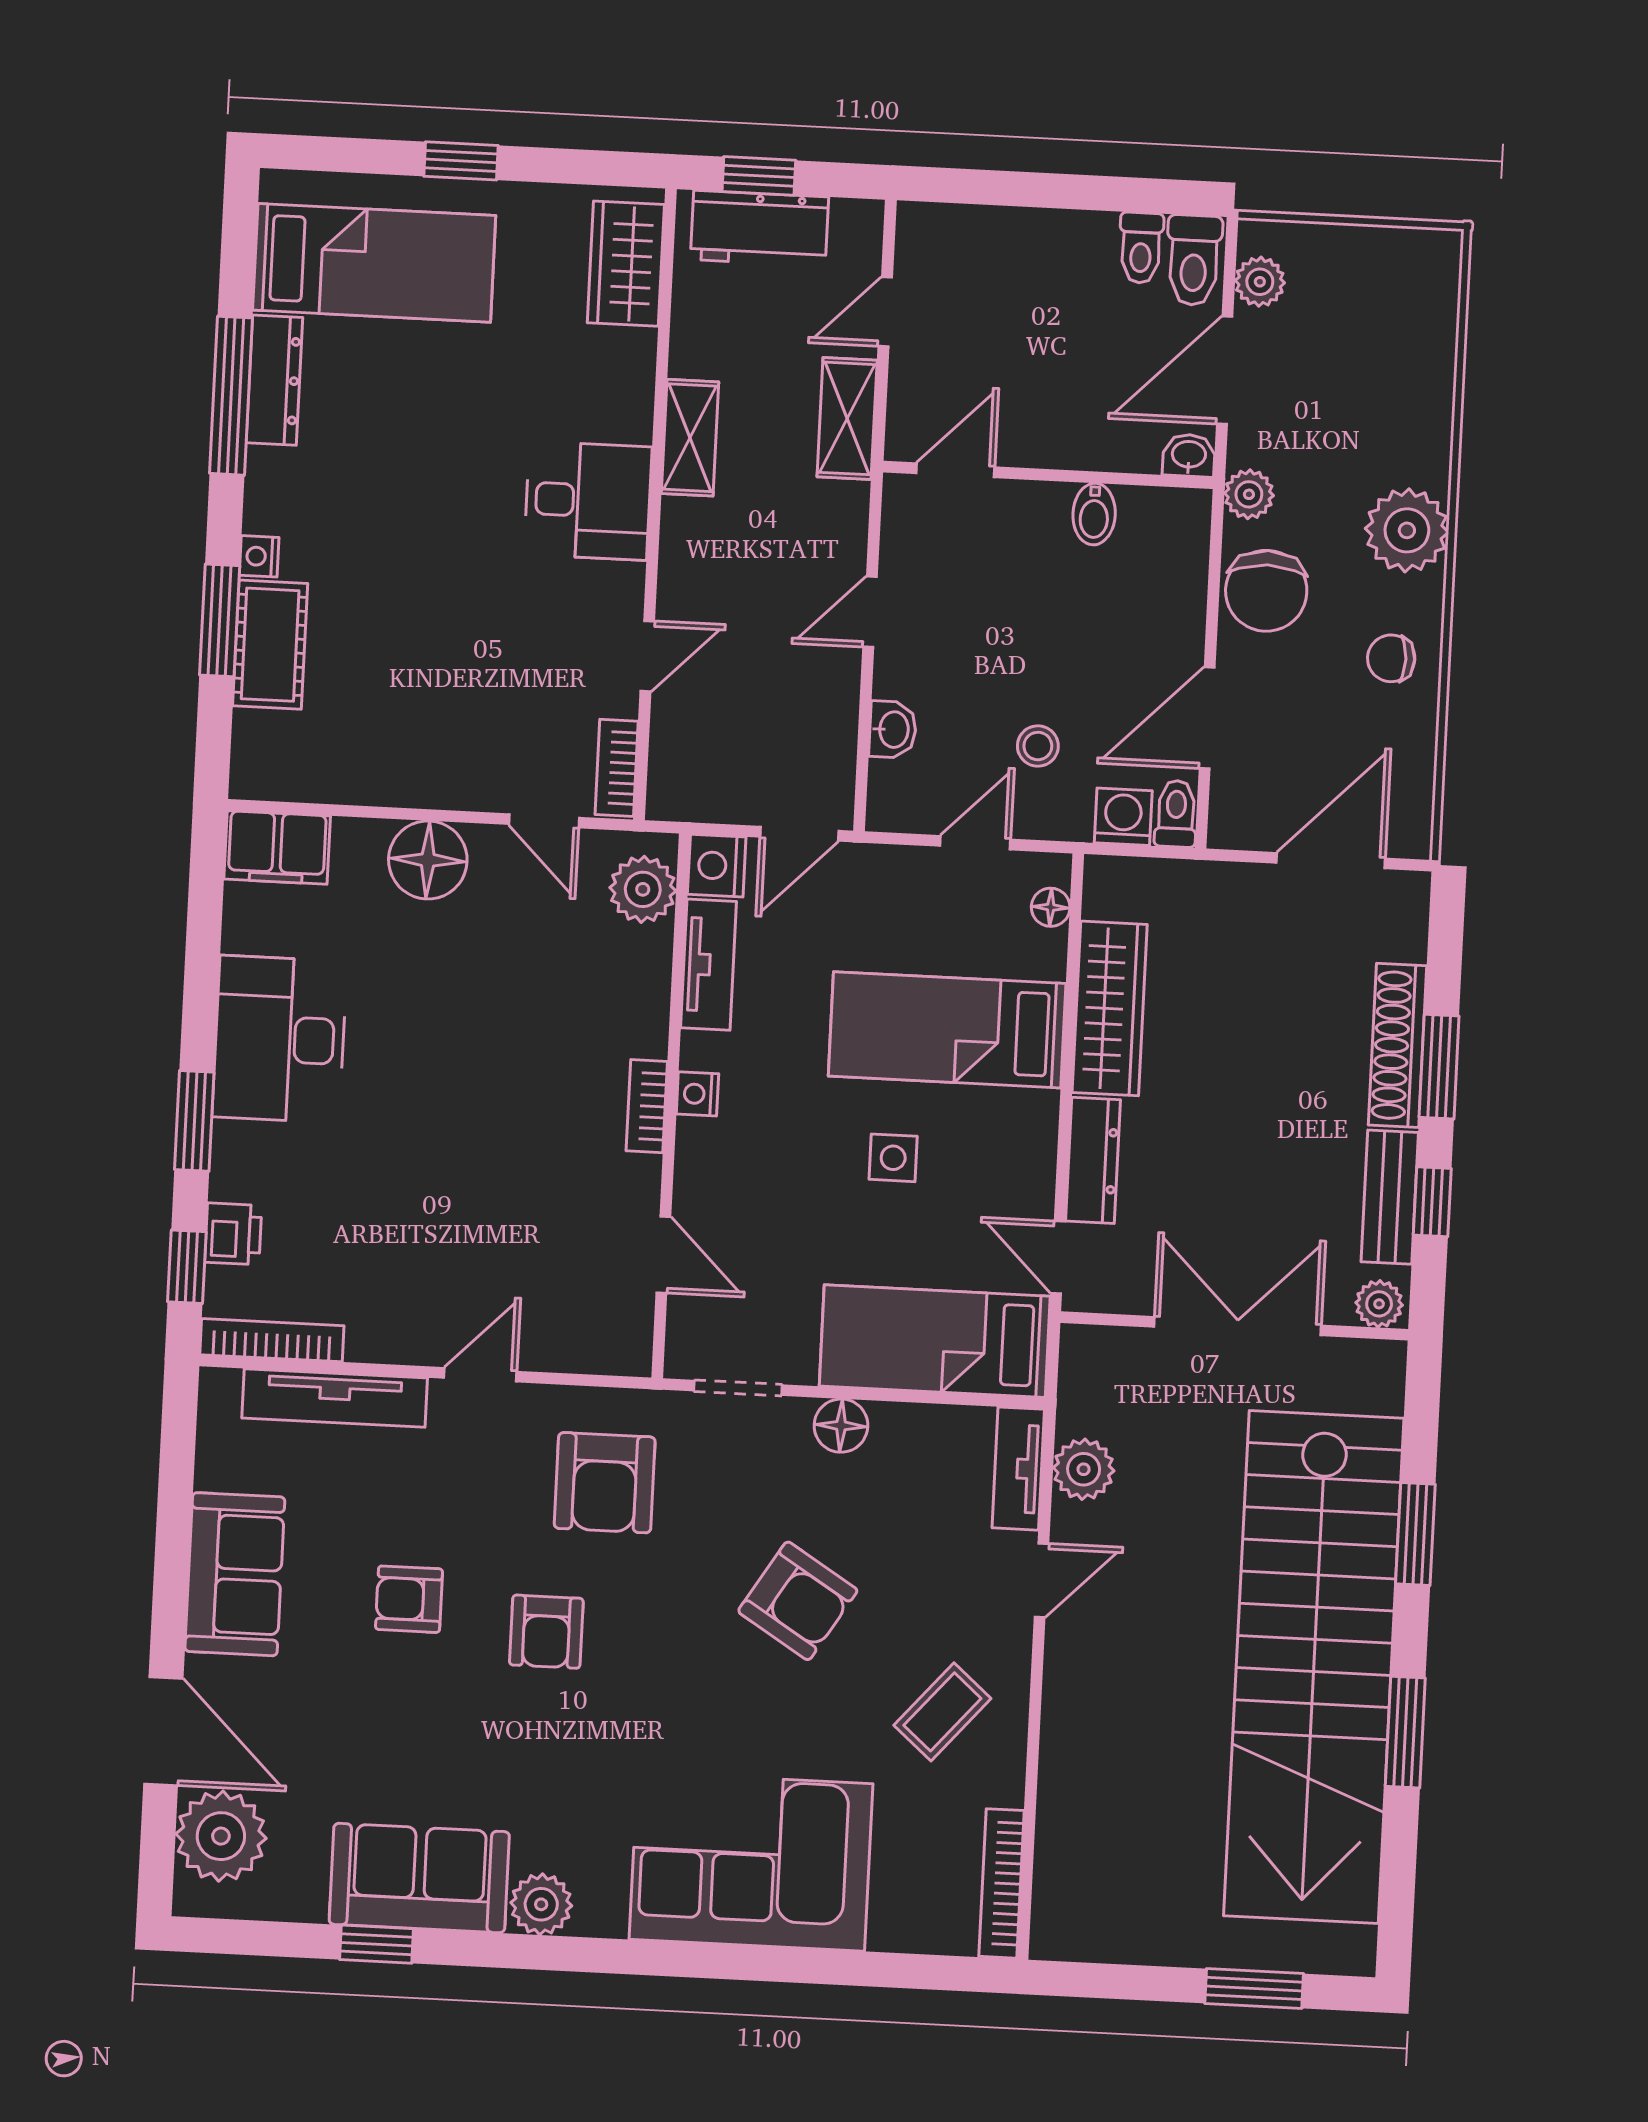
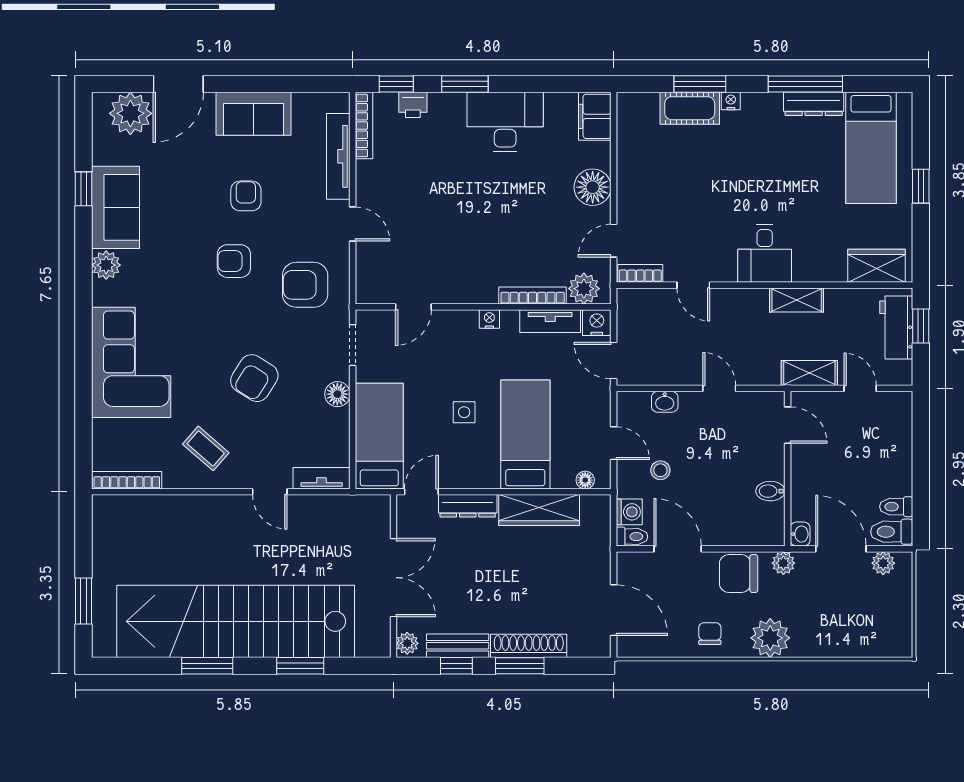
bookcase: (647, 1106) -> (533, 296), moved, width x1.56
plant: (1084, 1469) -> (323, 509), removed

